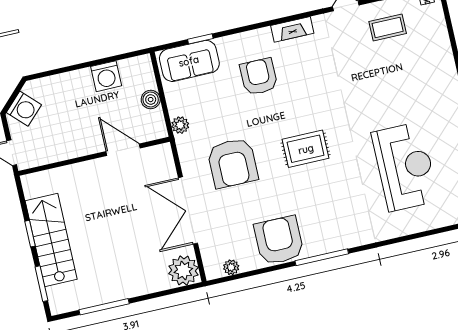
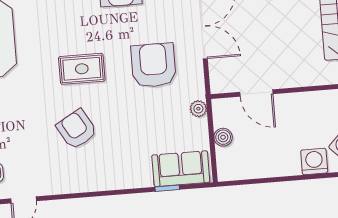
fireplace: (292, 29) -> (78, 185), removed
washing machine: (106, 76) -> (314, 161), moved
armchair: (259, 77) -> (77, 129), moved, turned 150

